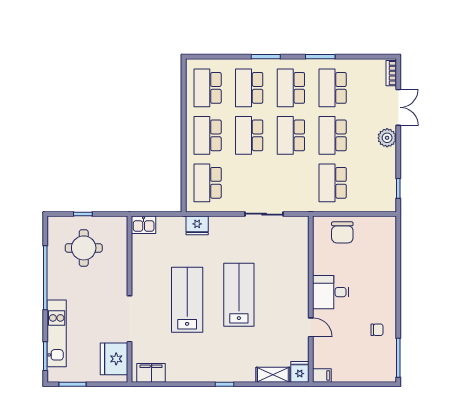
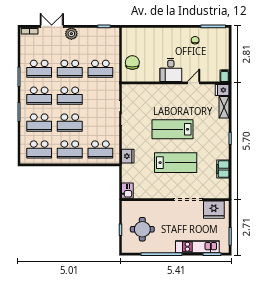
chair: (342, 232) -> (132, 63), turned -90
lab bench: (187, 300) -> (176, 163), turned 180
filing cabinet: (151, 373) -> (223, 169), moved

